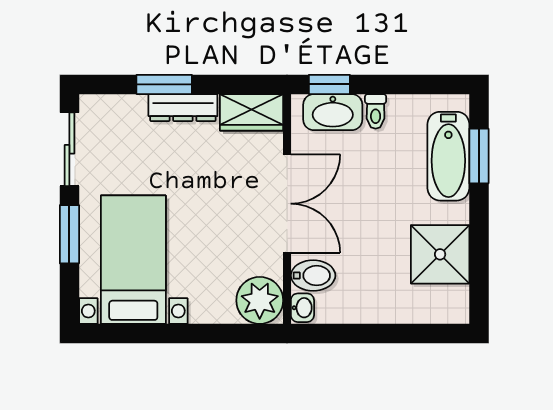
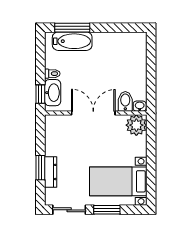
dresser: (183, 108) -> (51, 172), moved
wardrobe: (252, 112) -> (53, 129), removed
window: (479, 156) -> (72, 28), width x1.44
shower: (440, 254) -> (116, 45), removed

